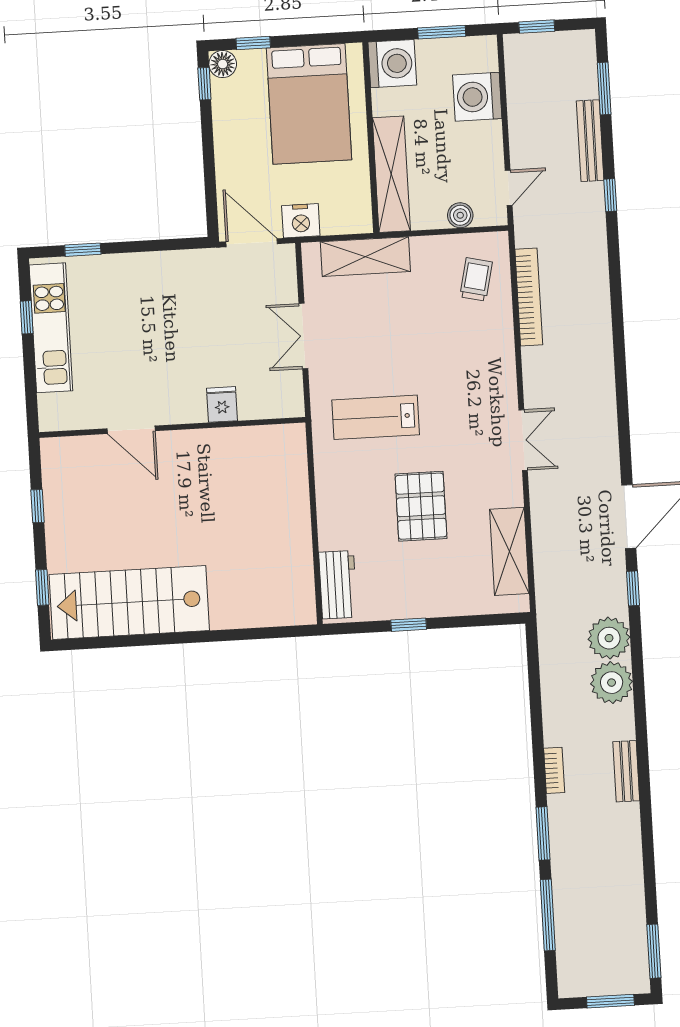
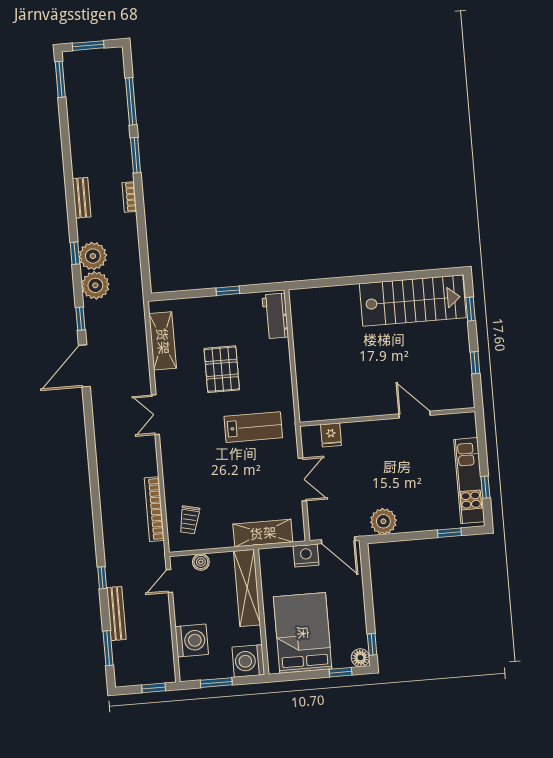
plant: (182, 270) -> (383, 521), added
fridge: (222, 404) -> (331, 435), moved
window: (639, 687) -> (75, 253), added

